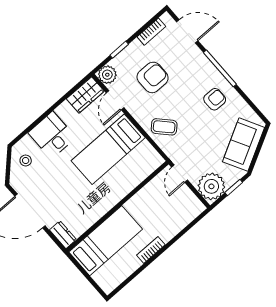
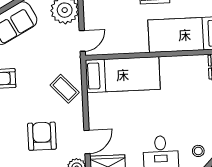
armchair: (153, 77) -> (42, 136), turned 90
bed: (108, 149) -> (123, 75), moved

